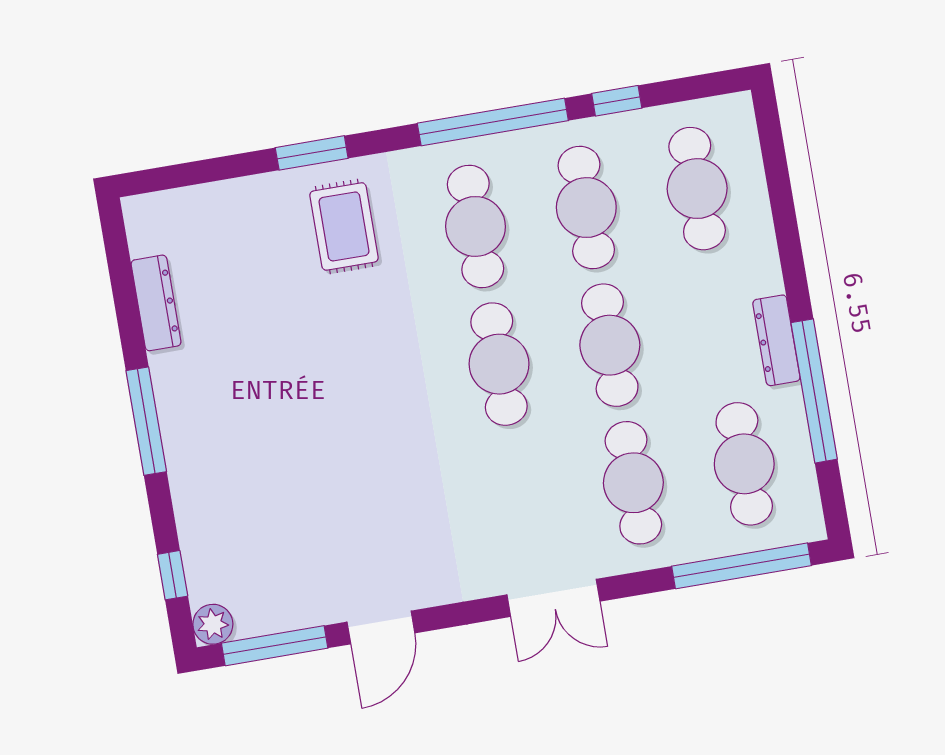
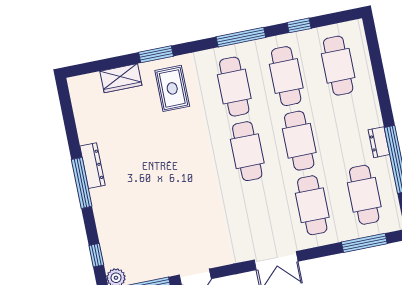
window: (493, 122) -> (241, 37), width x0.68
wardrobe: (236, 201) -> (121, 78), added
dresser: (156, 303) -> (92, 166), moved
dresser: (776, 340) -> (379, 142), width x0.70
window: (742, 566) -> (364, 243), width x0.68

